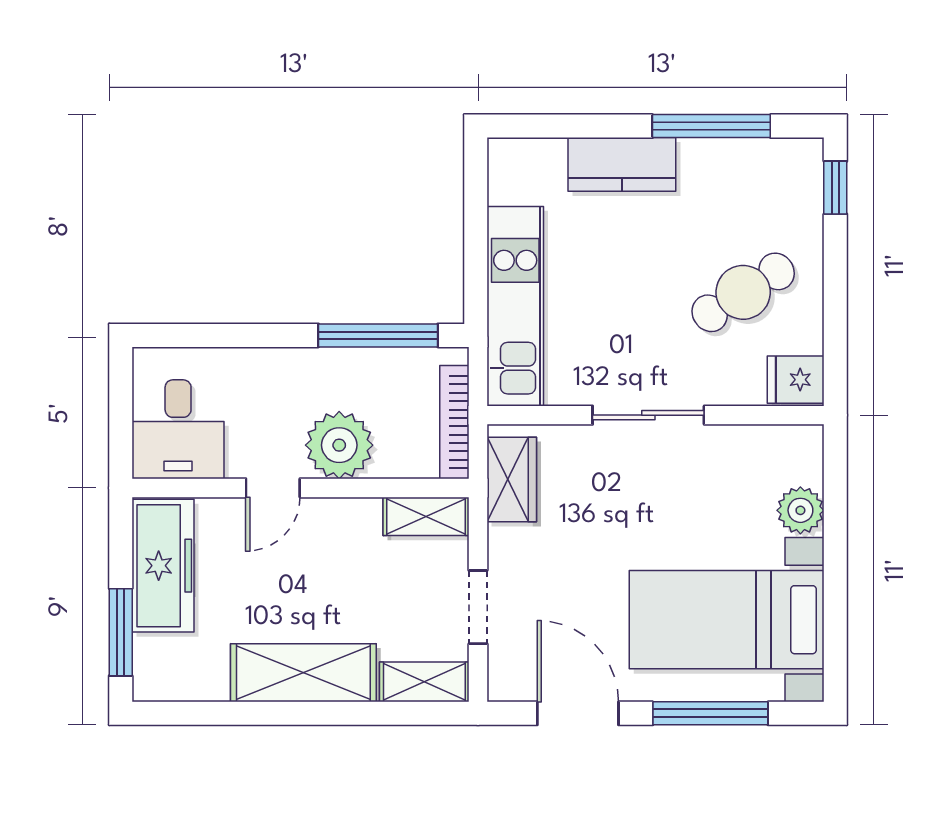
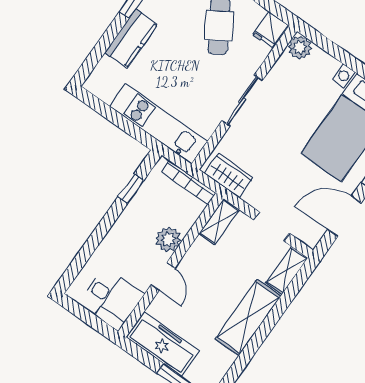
window: (378, 335) -> (131, 189), width x0.46
plant: (339, 445) -> (168, 239), width x0.73, depth x0.73
plant: (800, 510) -> (300, 47), moved

